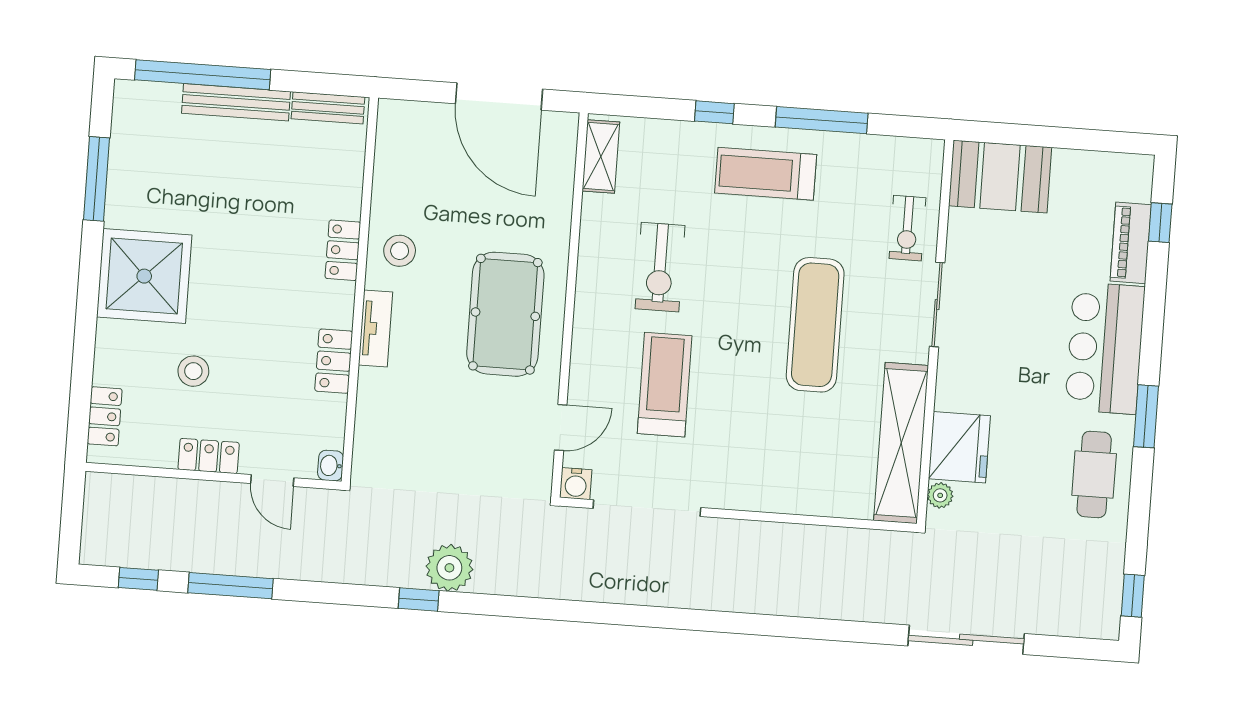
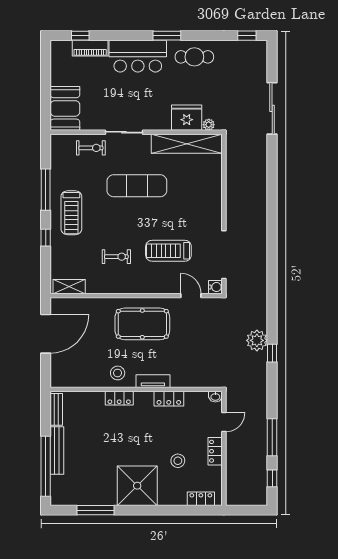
exercise bike: (660, 267) -> (116, 257), width x0.73, depth x0.72

